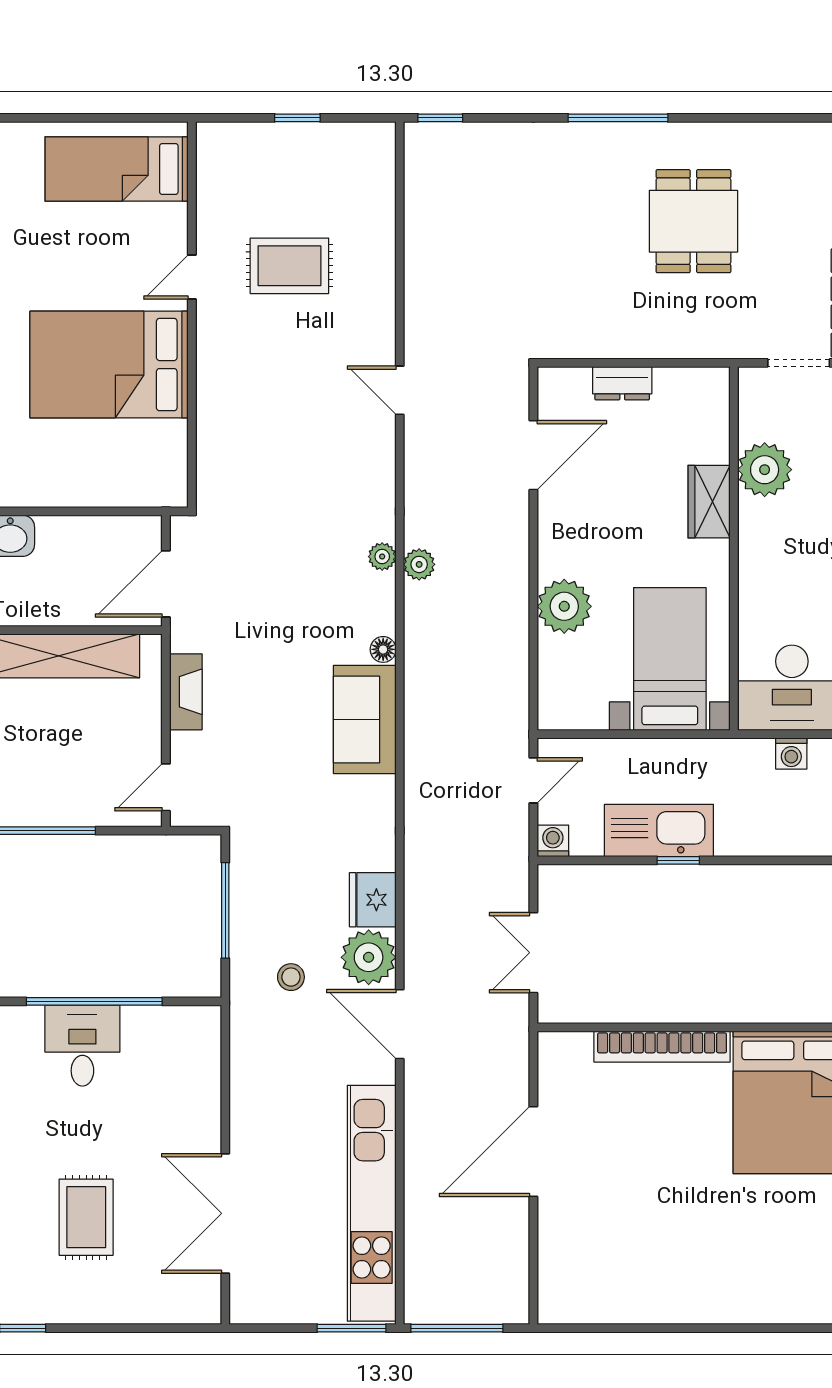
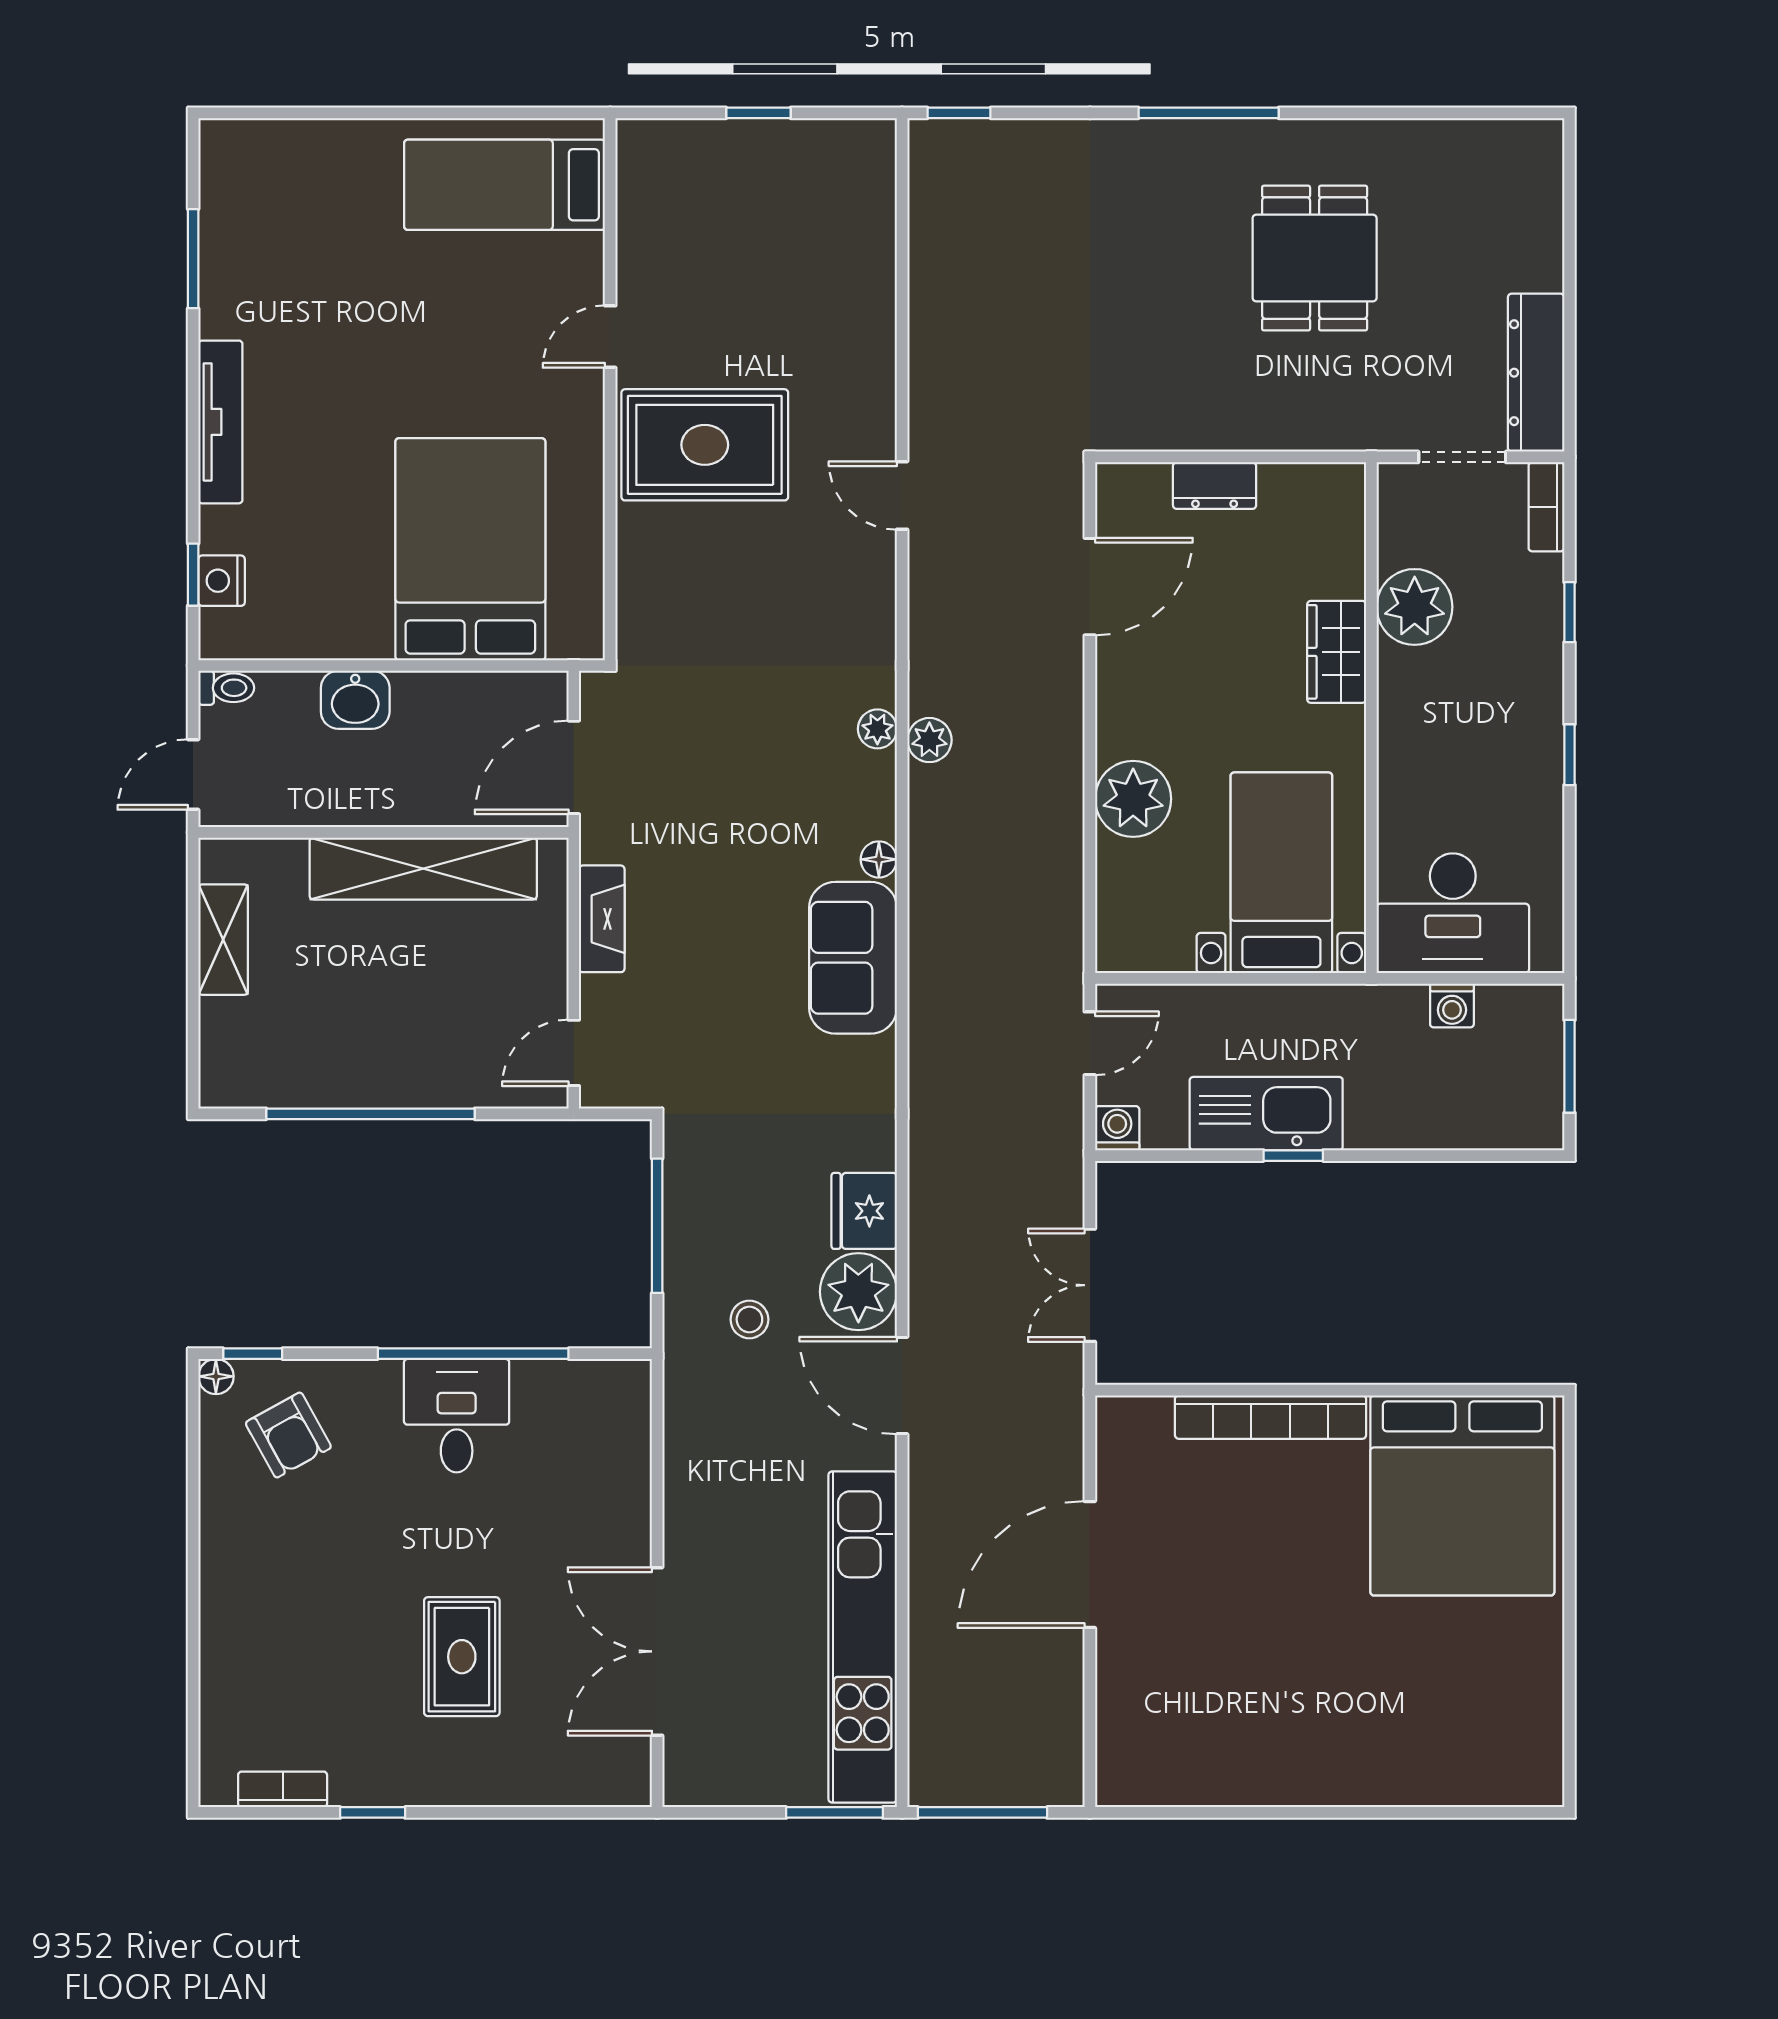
rug: (289, 266) -> (705, 445), moved, width x1.36, depth x1.43
bed: (109, 365) -> (470, 549), moved, turned 90

